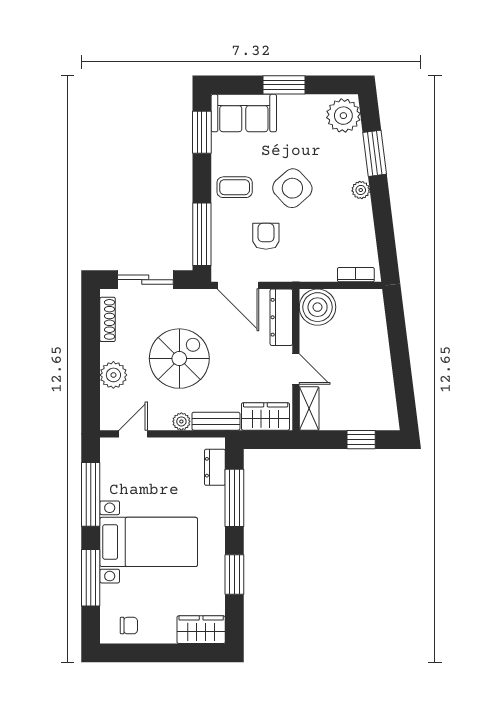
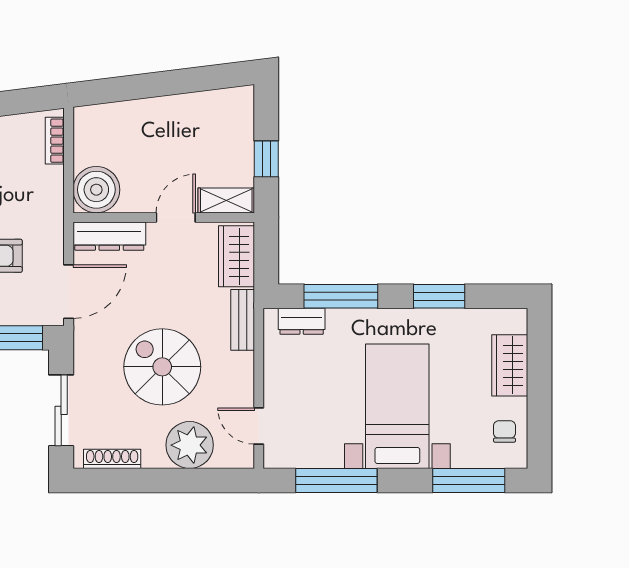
plant: (113, 375) -> (190, 445), width x1.36, depth x1.36
plant: (181, 421) -> (243, 364), removed
window: (361, 440) -> (266, 159), moved
window: (91, 578) -> (469, 480), moved
wardrobe: (201, 630) -> (510, 365), moved

